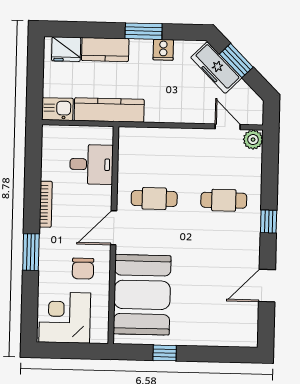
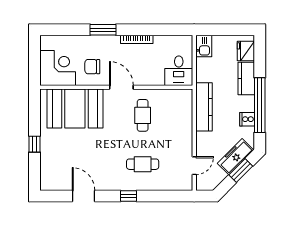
window: (144, 31) -> (260, 105), width x2.11
kitchen counter: (109, 110) -> (204, 107), moved
plant: (253, 140) -> (186, 184), removed
desk: (91, 164) -> (179, 71), moved
cafe table: (224, 200) -> (143, 164), turned 90
corner desk: (65, 318) -> (58, 68), moved
window: (165, 353) -> (35, 144), moved

